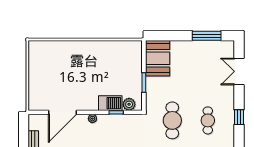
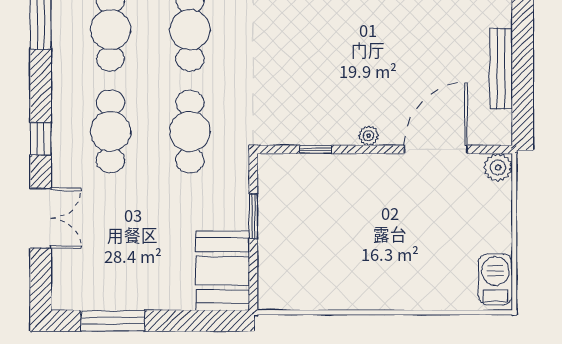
double door: (239, 71) -> (41, 218), moved
barbecue: (110, 103) -> (495, 279), moved, turned 90
plant: (129, 104) -> (498, 167), moved
cafe table: (208, 120) -> (110, 131), width x1.37, depth x1.35

